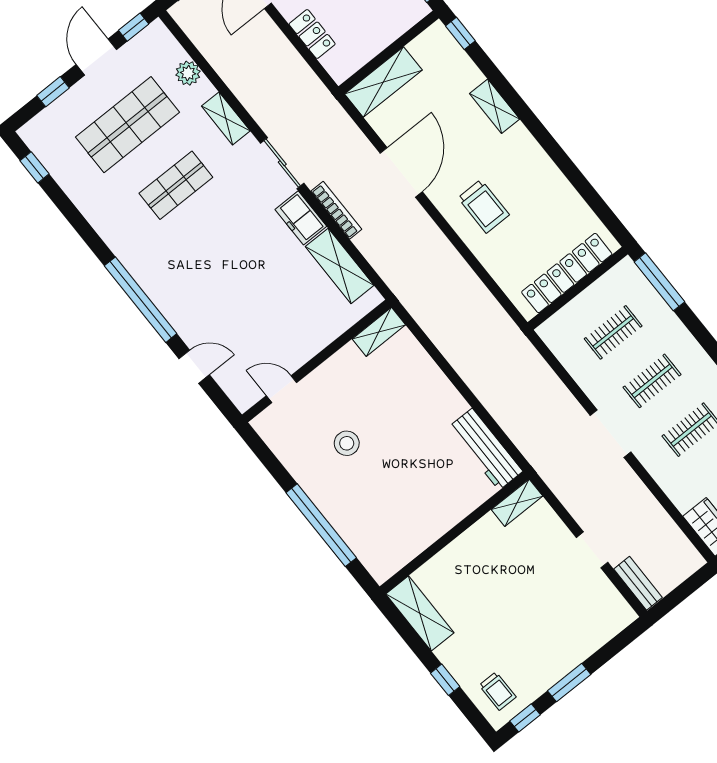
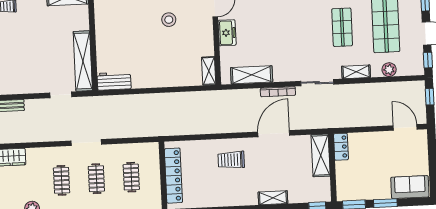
locker: (312, 34) -> (341, 147), moved, turned -90
door: (401, 172) -> (274, 134), swing flipped
freezer: (301, 218) -> (227, 33), moved, turned 90
workbench: (486, 449) -> (114, 81), width x0.73
shelving: (517, 503) -> (83, 61), width x2.20, depth x1.33
doorway: (592, 550) -> (61, 95), moved

